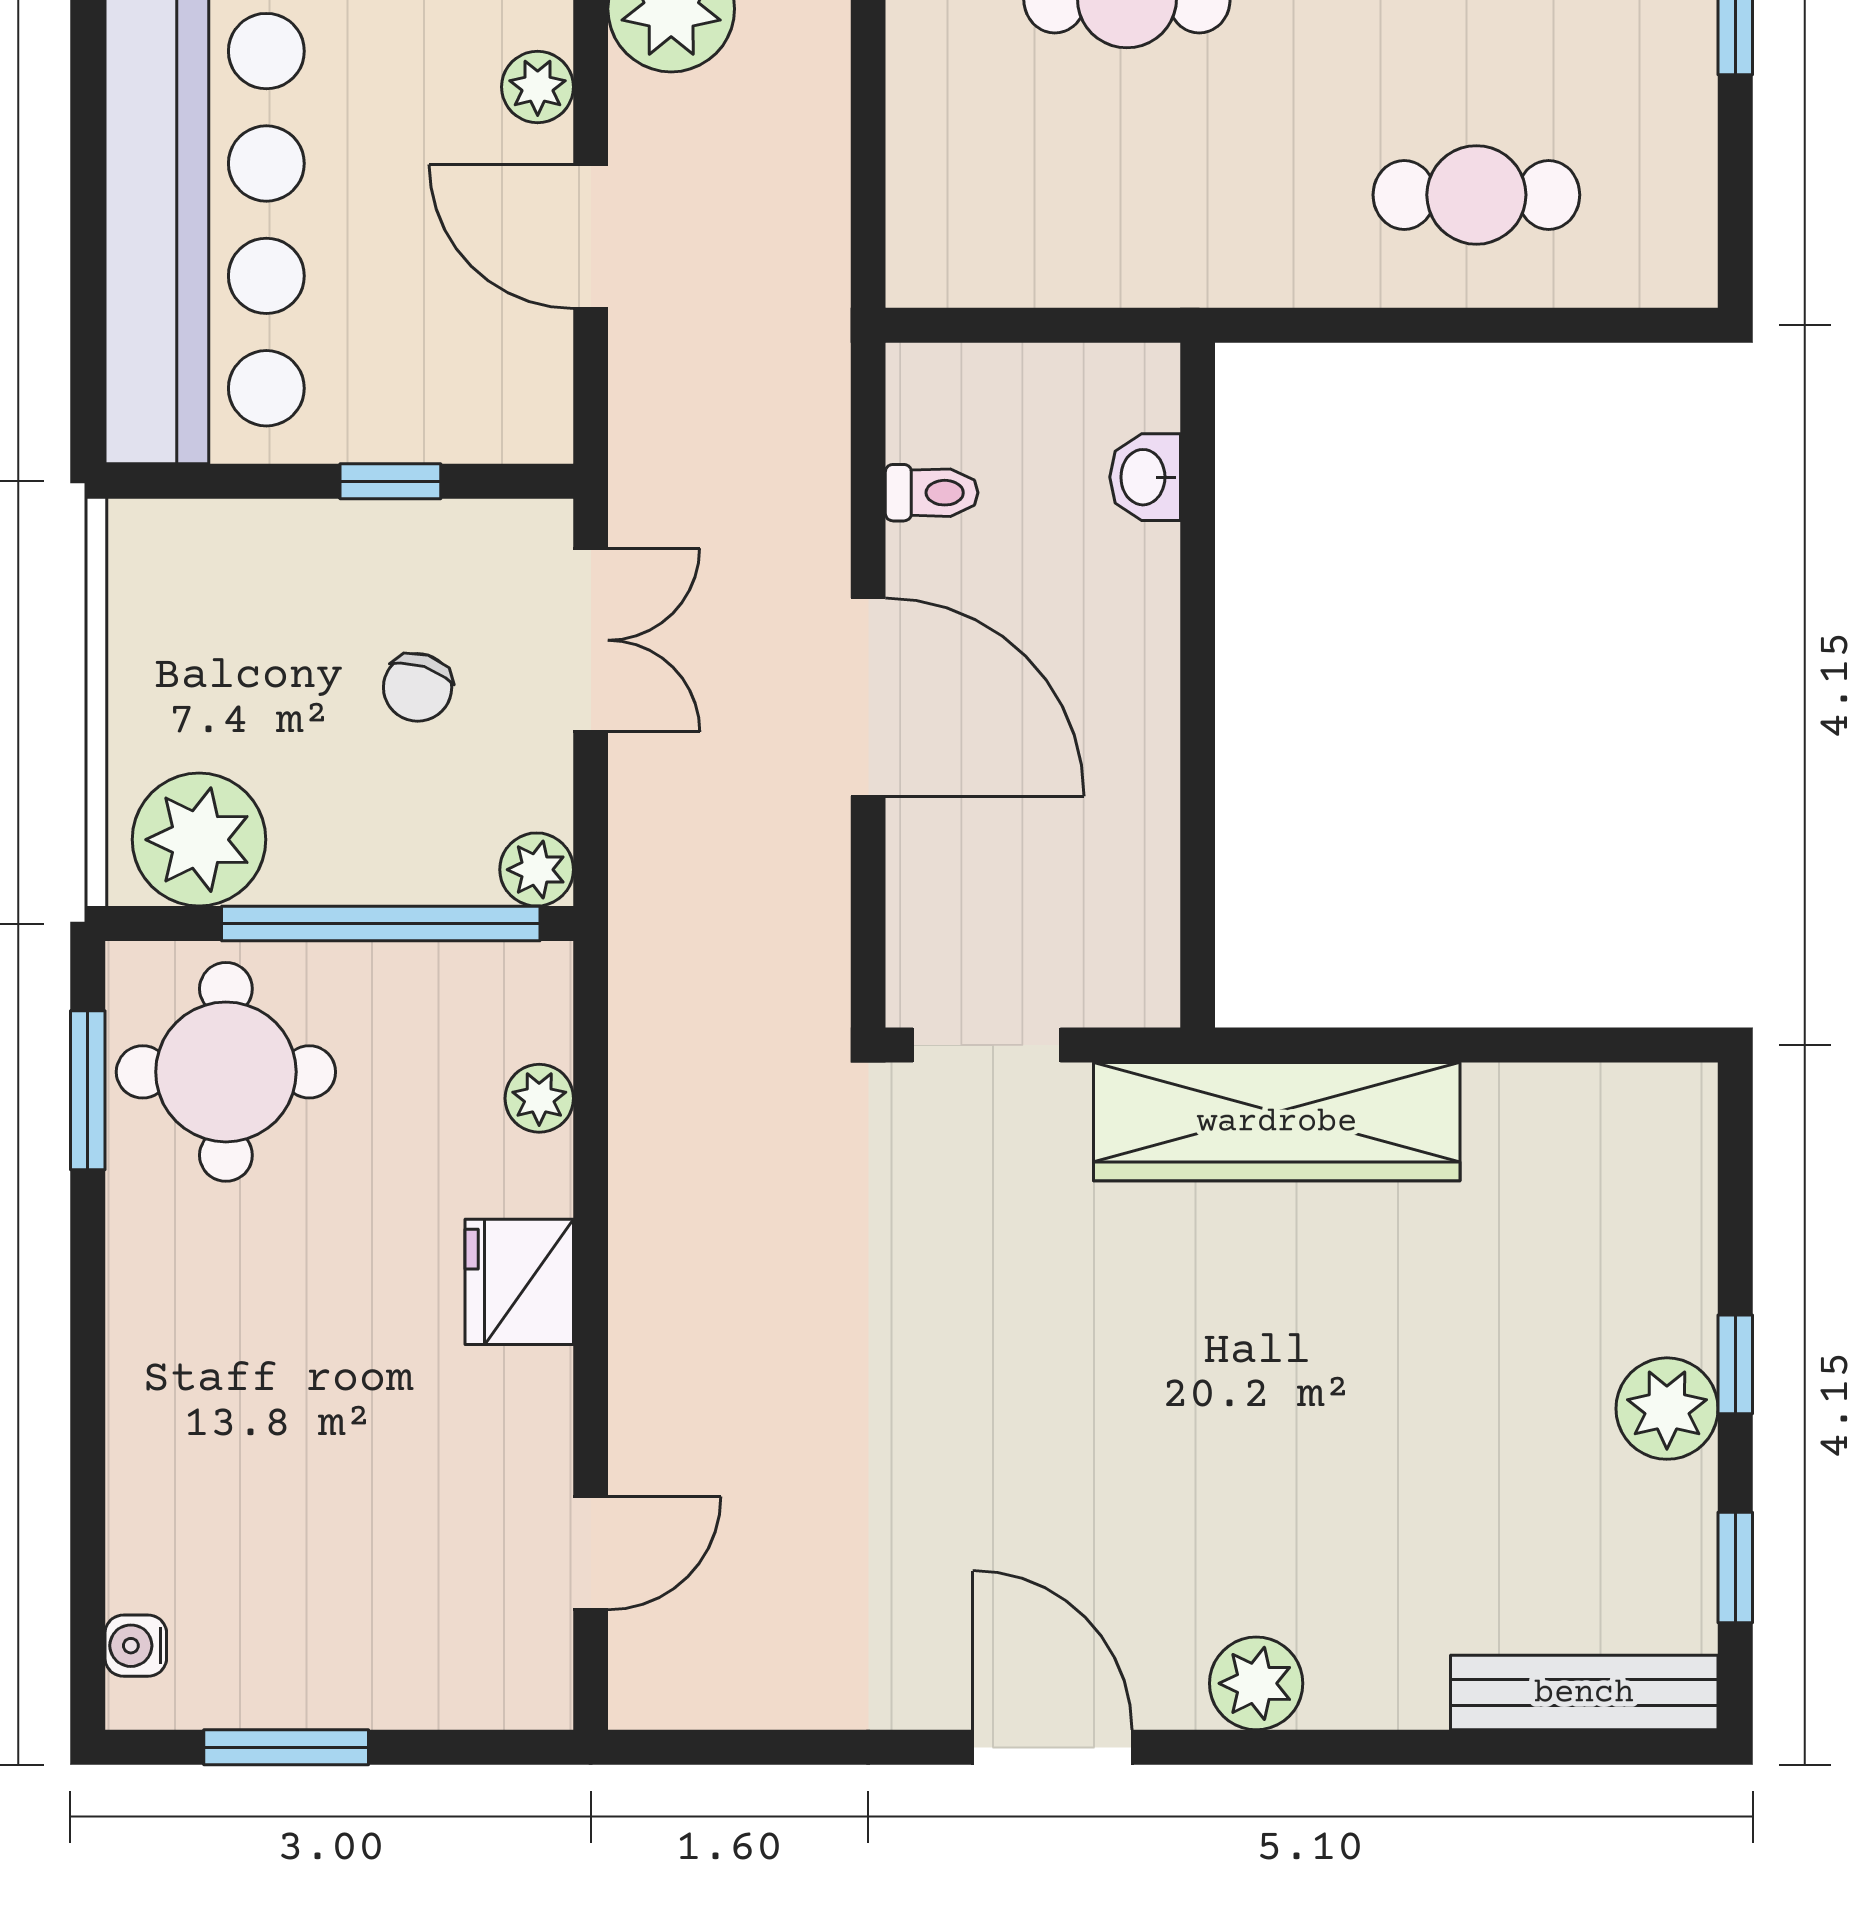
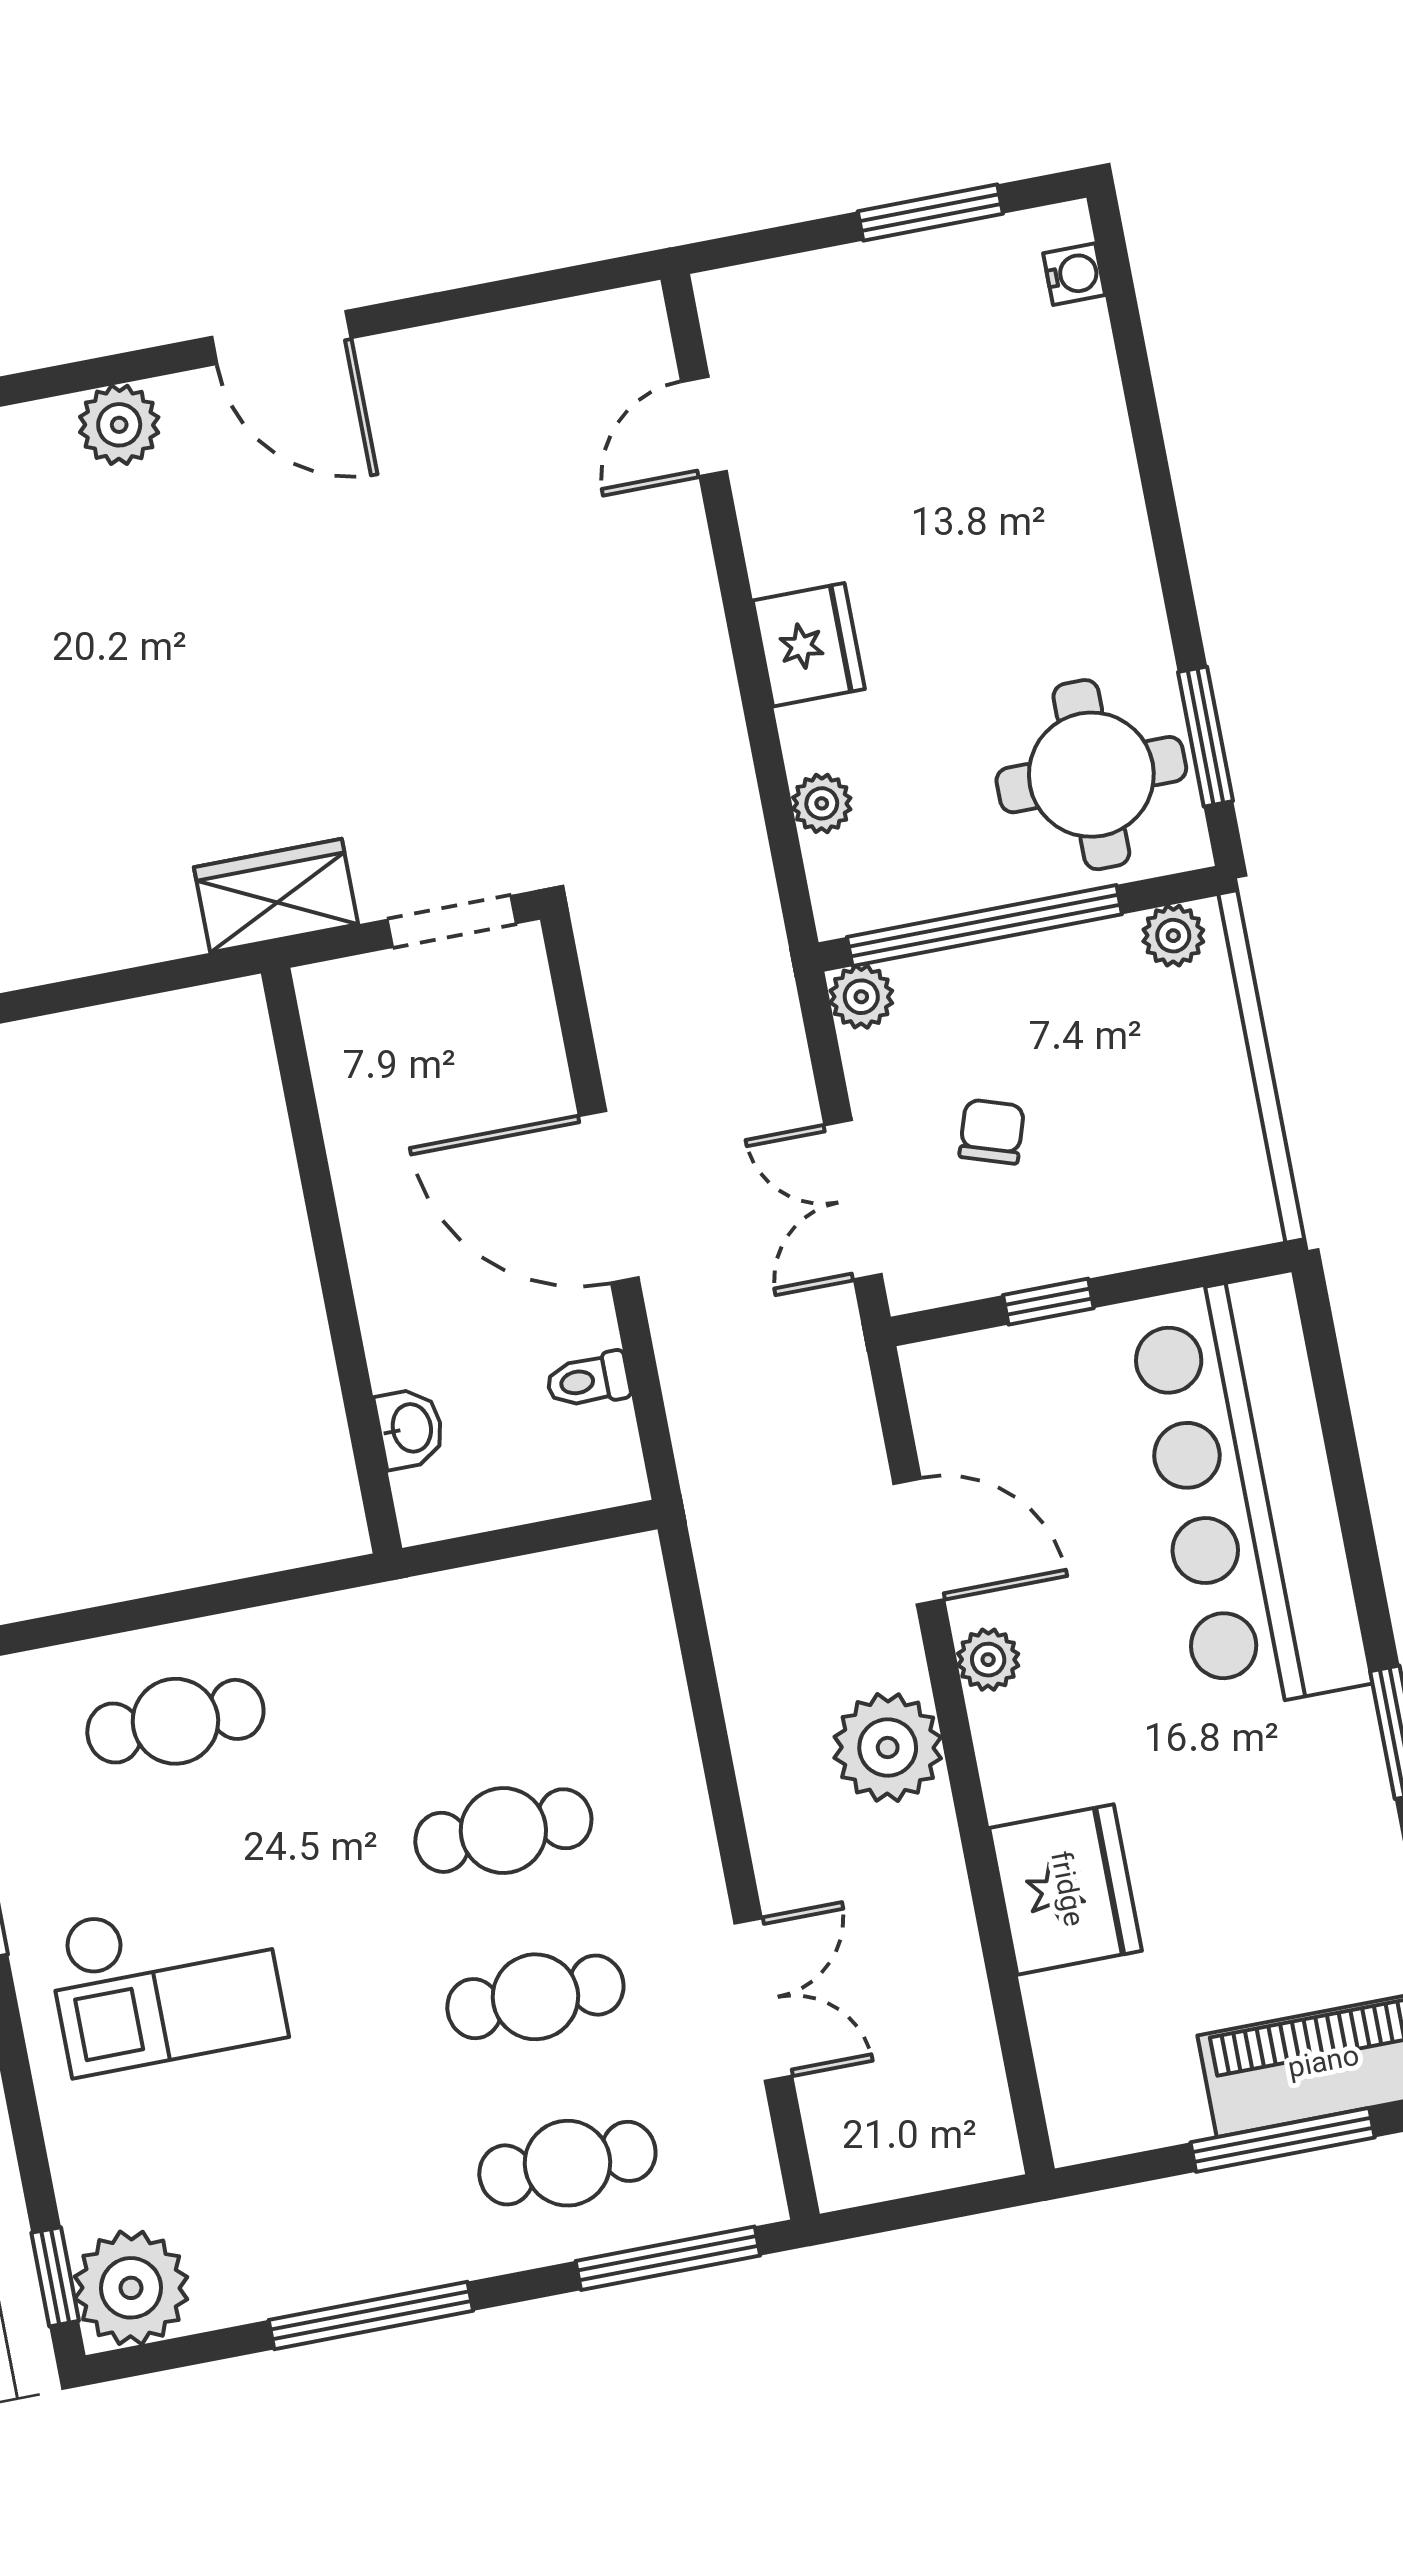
plant: (199, 840) -> (1173, 936), width x0.53, depth x0.53
wardrobe: (1277, 1122) -> (276, 896), width x0.48, depth x0.85

